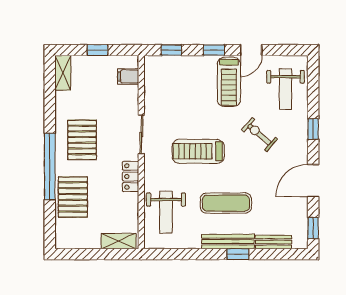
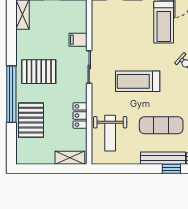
filing cabinet: (128, 76) -> (78, 40), moved
pallet: (82, 140) -> (39, 72), turned 90
locker: (131, 176) -> (80, 116), moved

